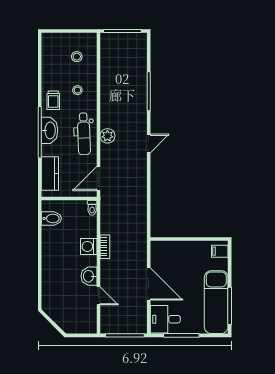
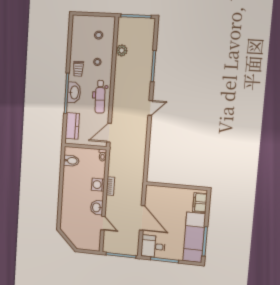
plant: (107, 136) -> (122, 50), moved
filing cabinet: (220, 251) -> (200, 203), width x2.00

